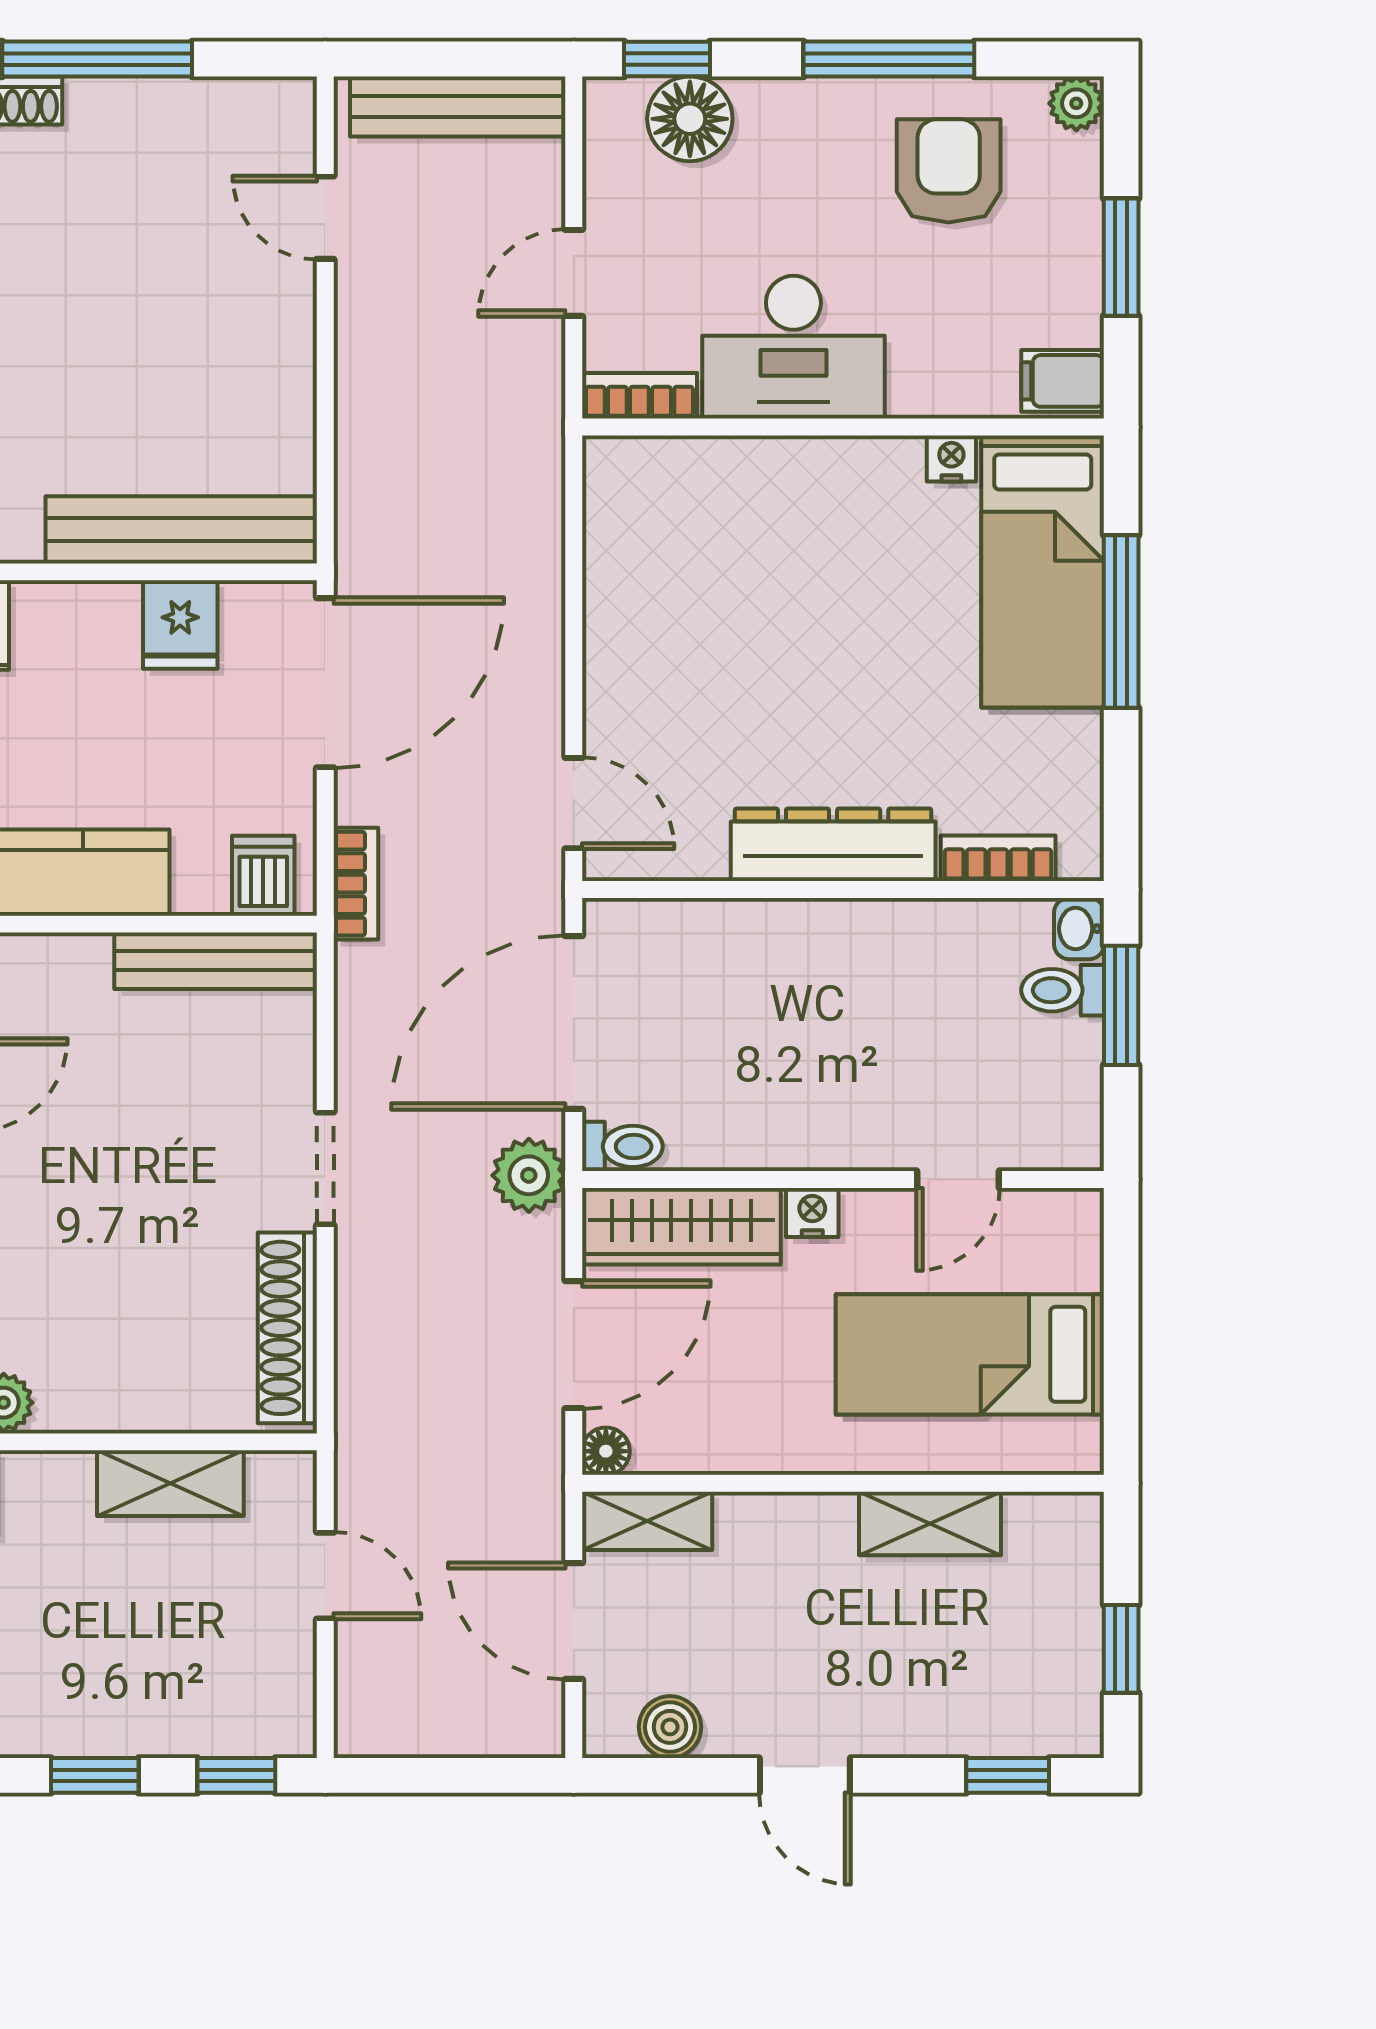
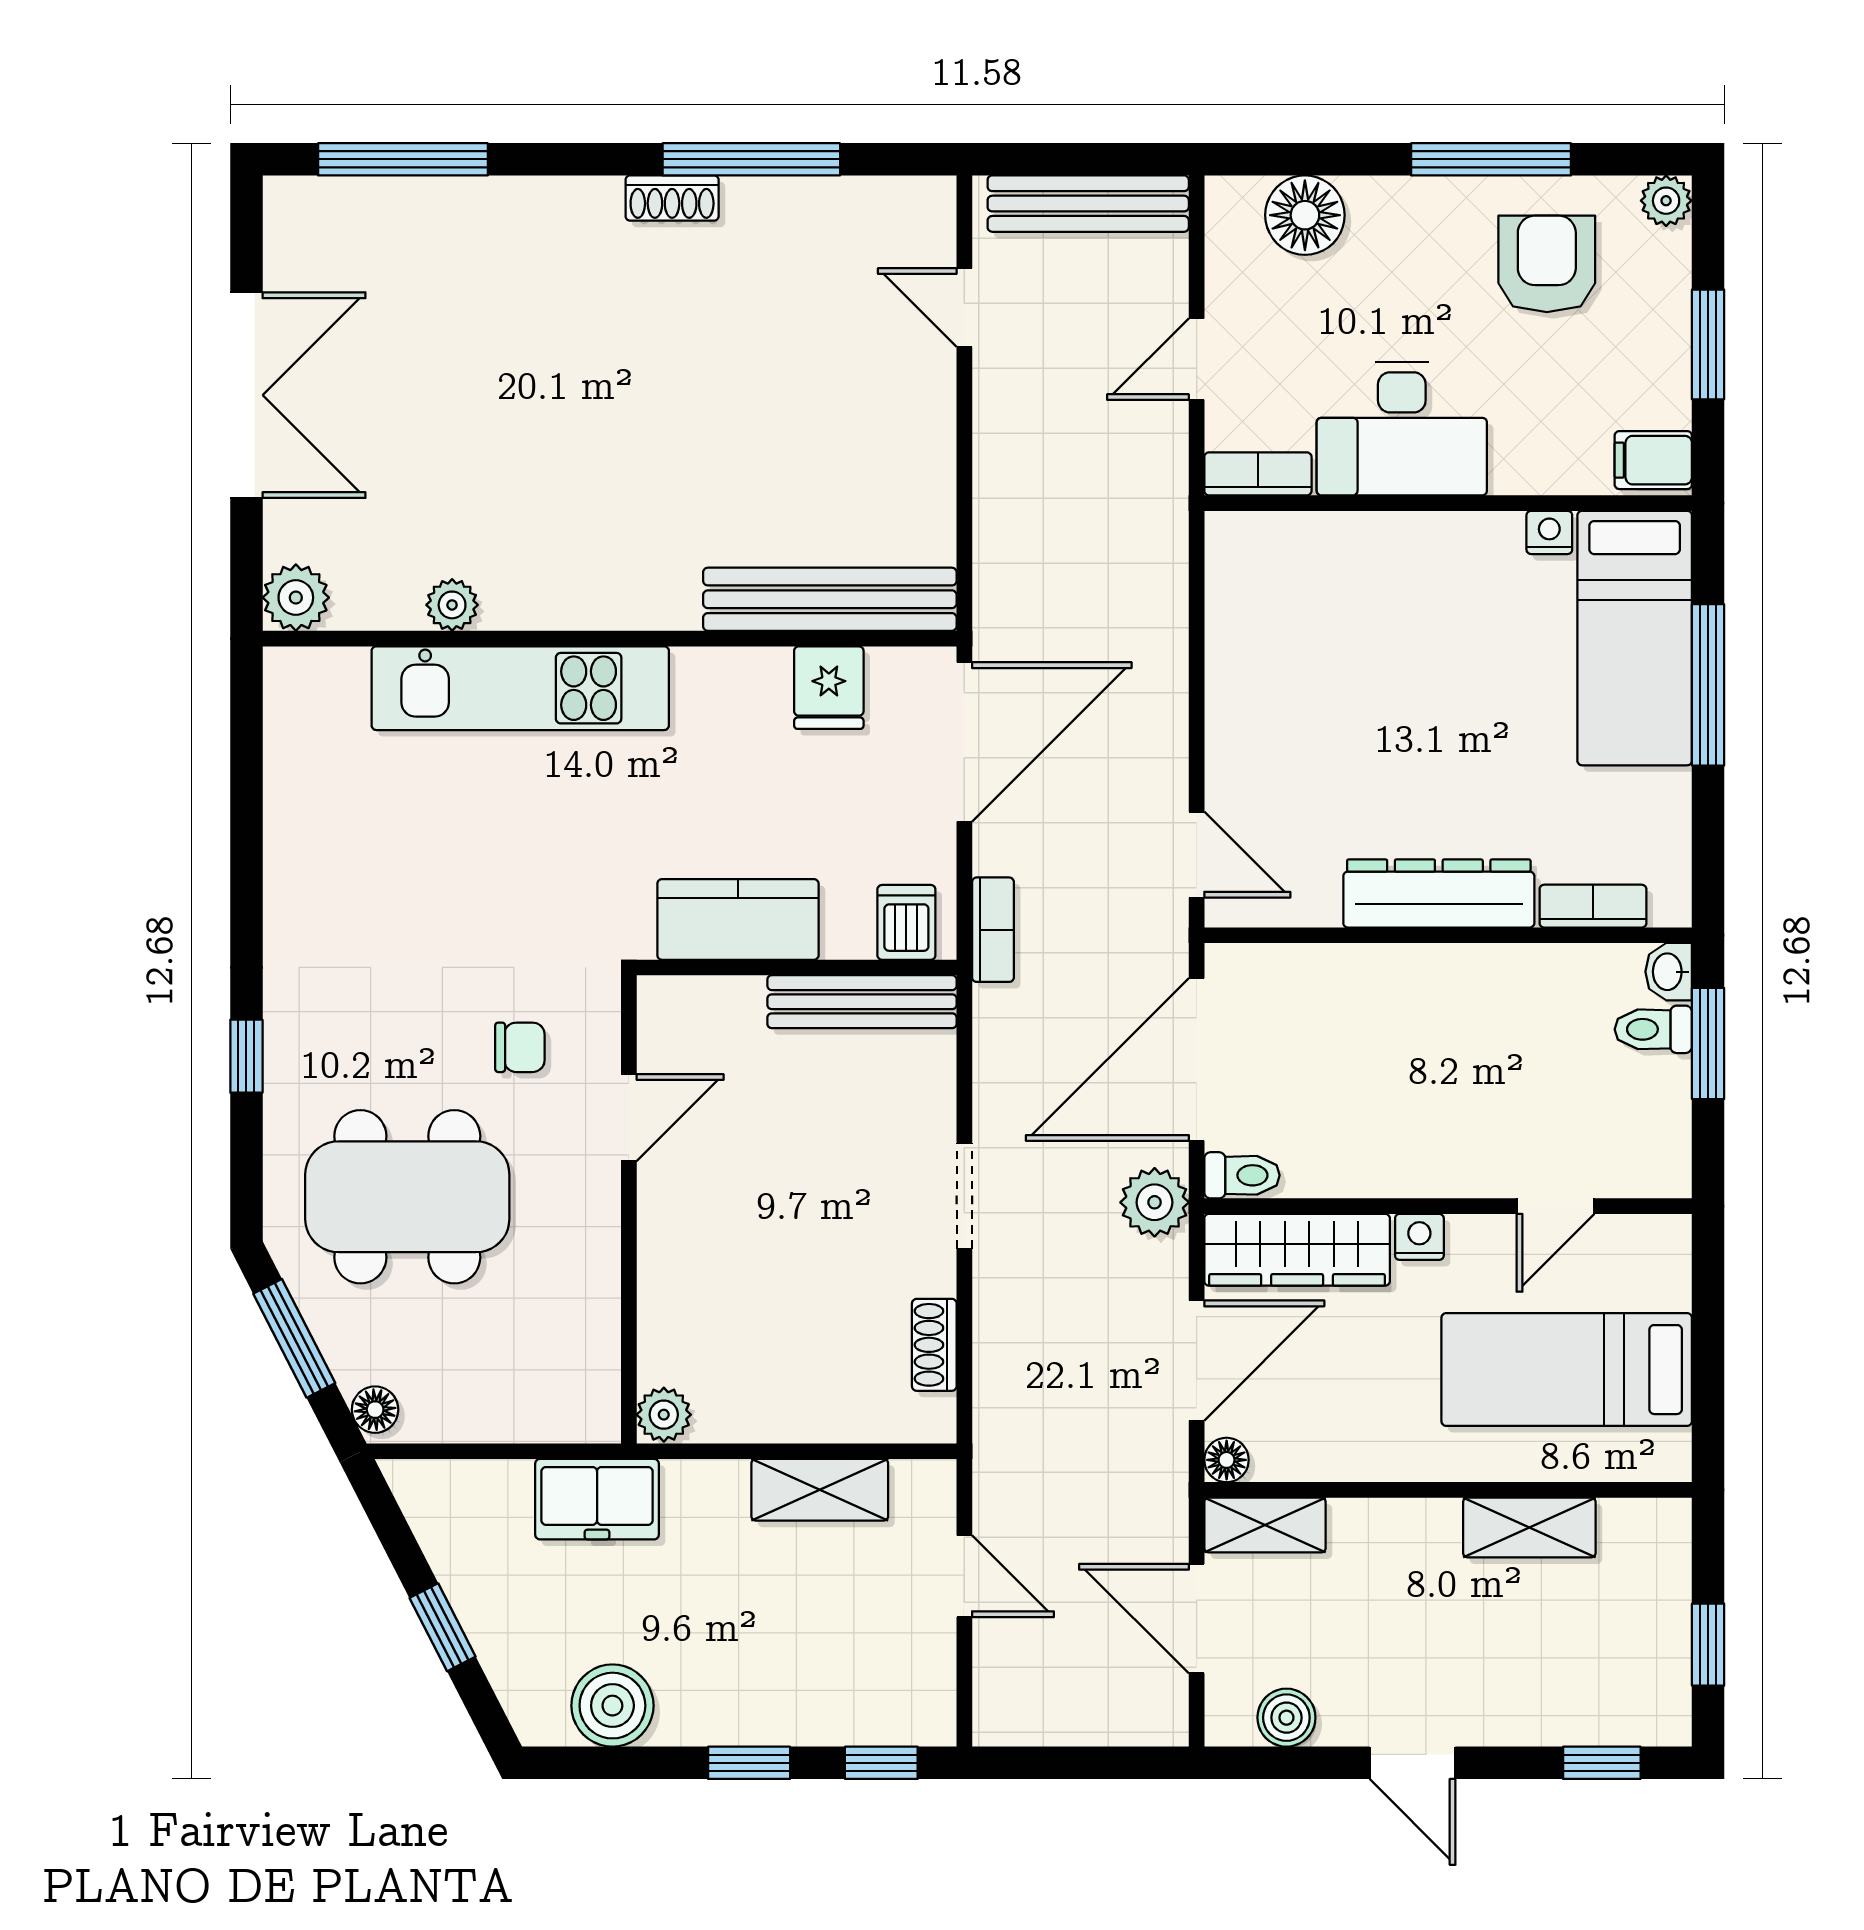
window: (667, 59) -> (1284, 159), removed
shoe rack: (287, 1328) -> (934, 1345), width x0.51, depth x0.81

